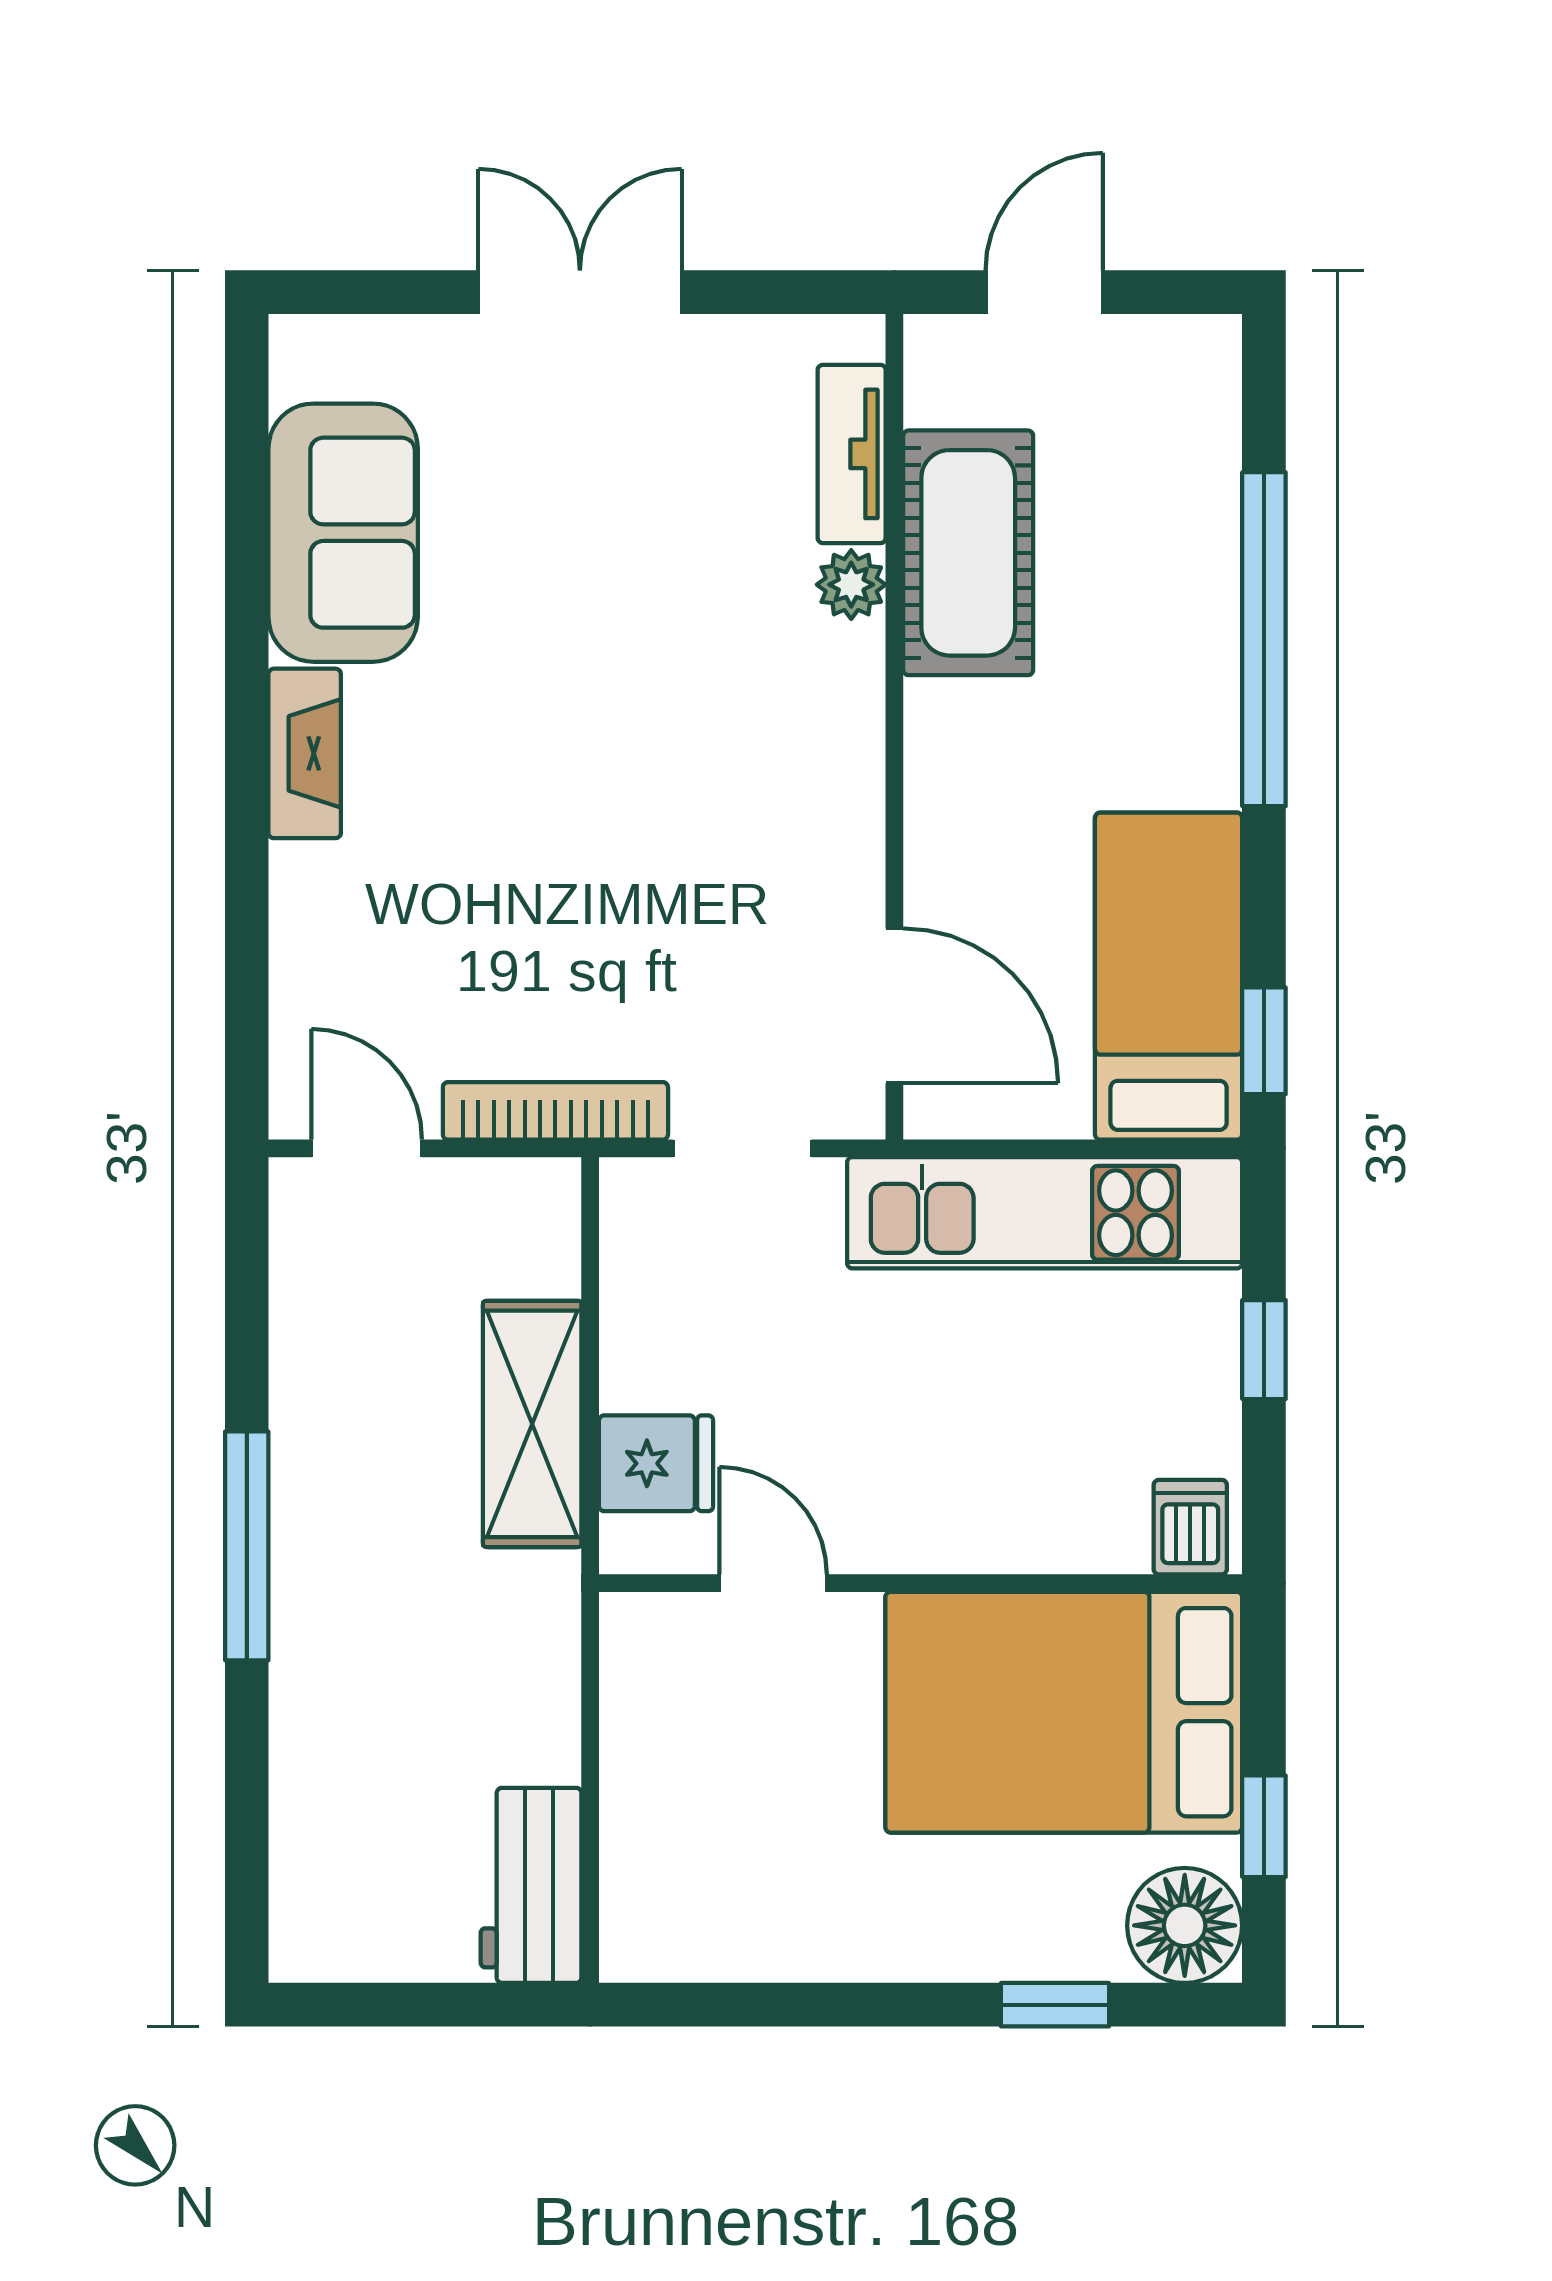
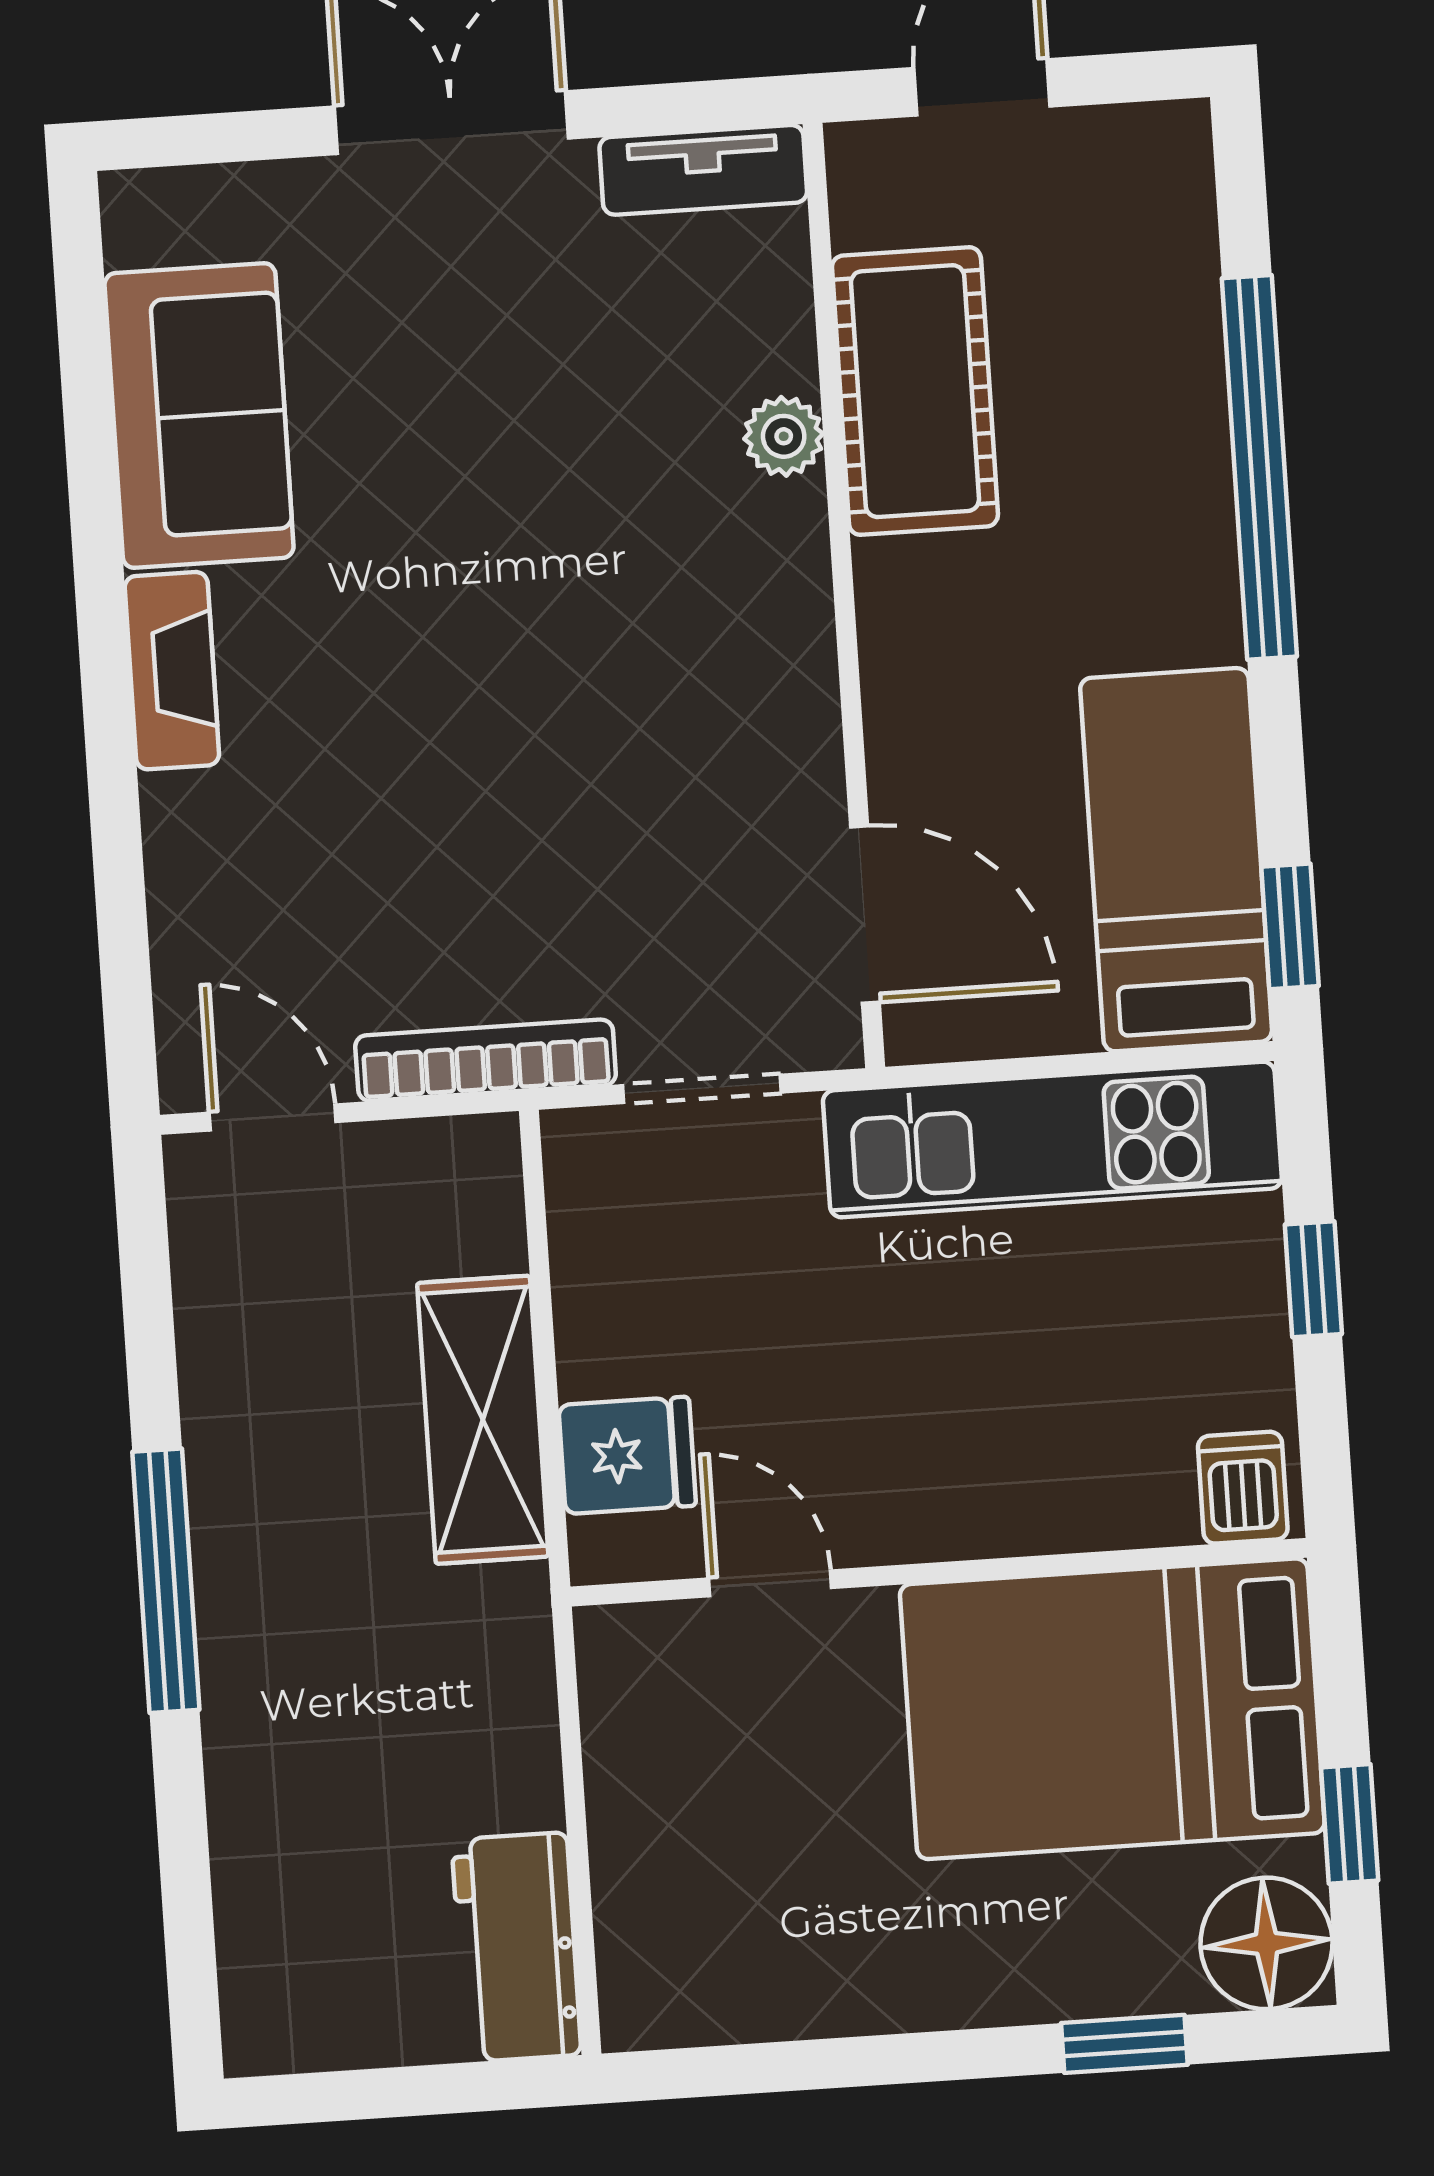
tv unit: (852, 454) -> (703, 170), moved, turned -90

